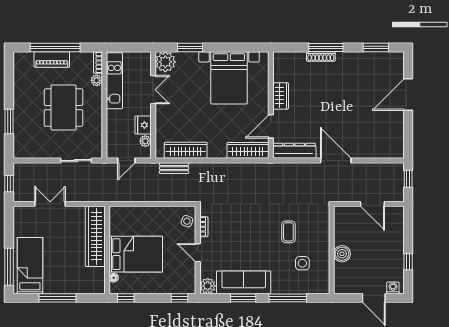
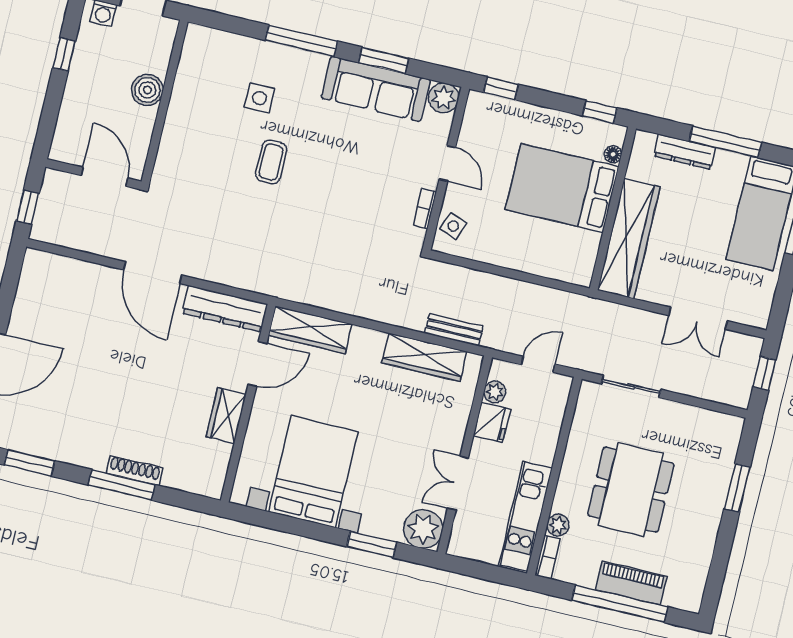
wall: (332, 250) -> (165, 102), moved
boiler: (342, 254) -> (147, 90), moved
dresser: (77, 288) -> (685, 152), added

